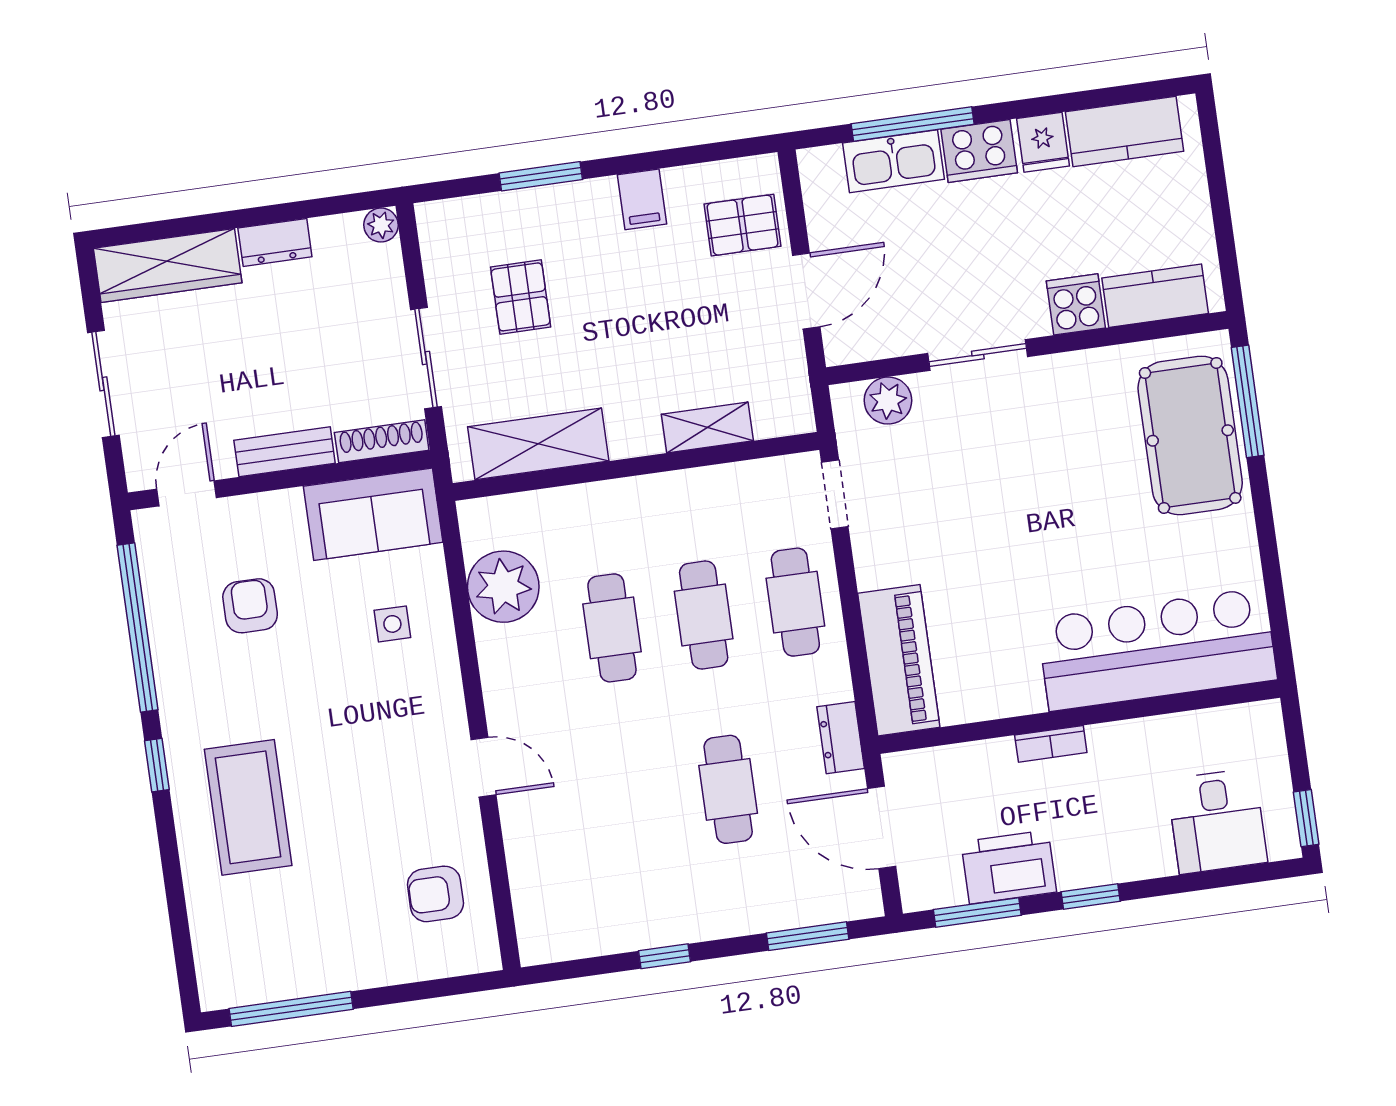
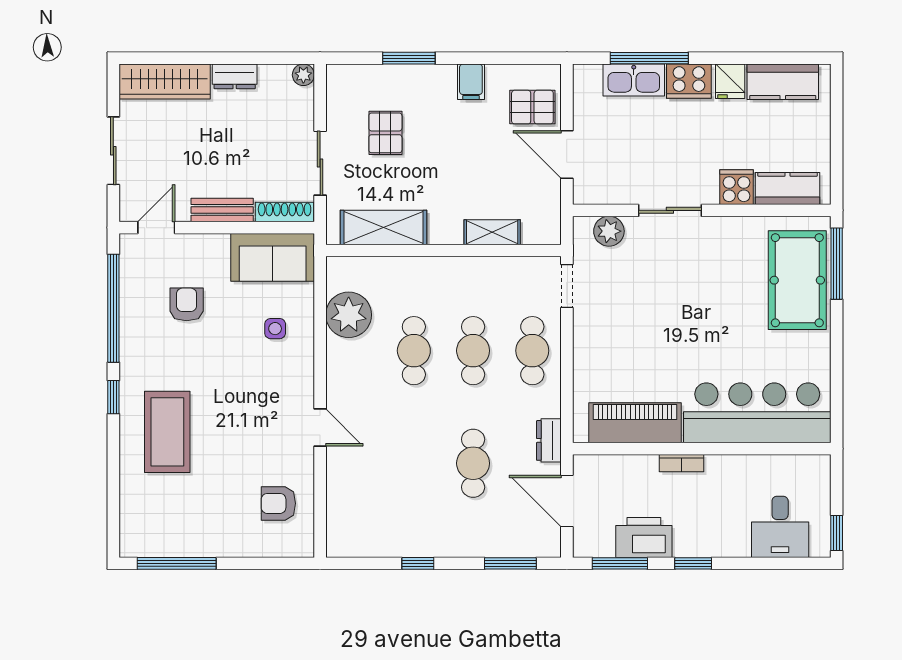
door: (806, 291) -> (567, 154), swing flipped
piano: (899, 660) -> (635, 423), moved, turned -90

